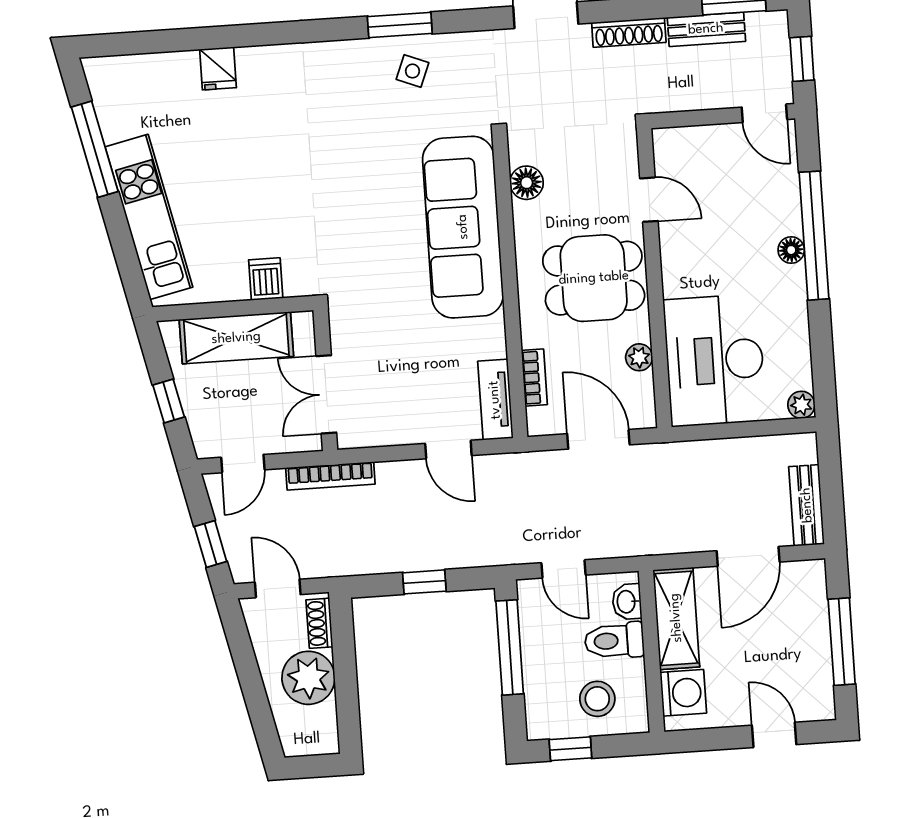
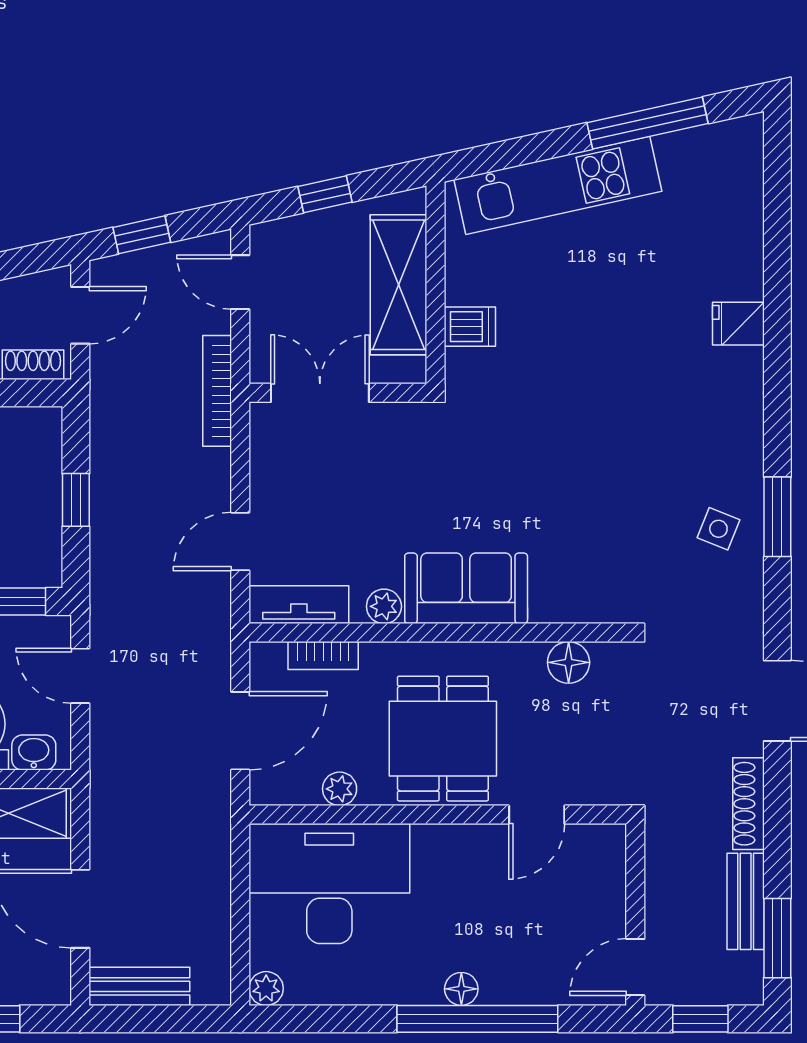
fridge: (218, 68) -> (738, 324), moved
sofa: (463, 227) -> (466, 588), width x0.54, depth x0.79
plant: (492, 332) -> (384, 606), added
door: (563, 569) -> (80, 676), hinge flipped

